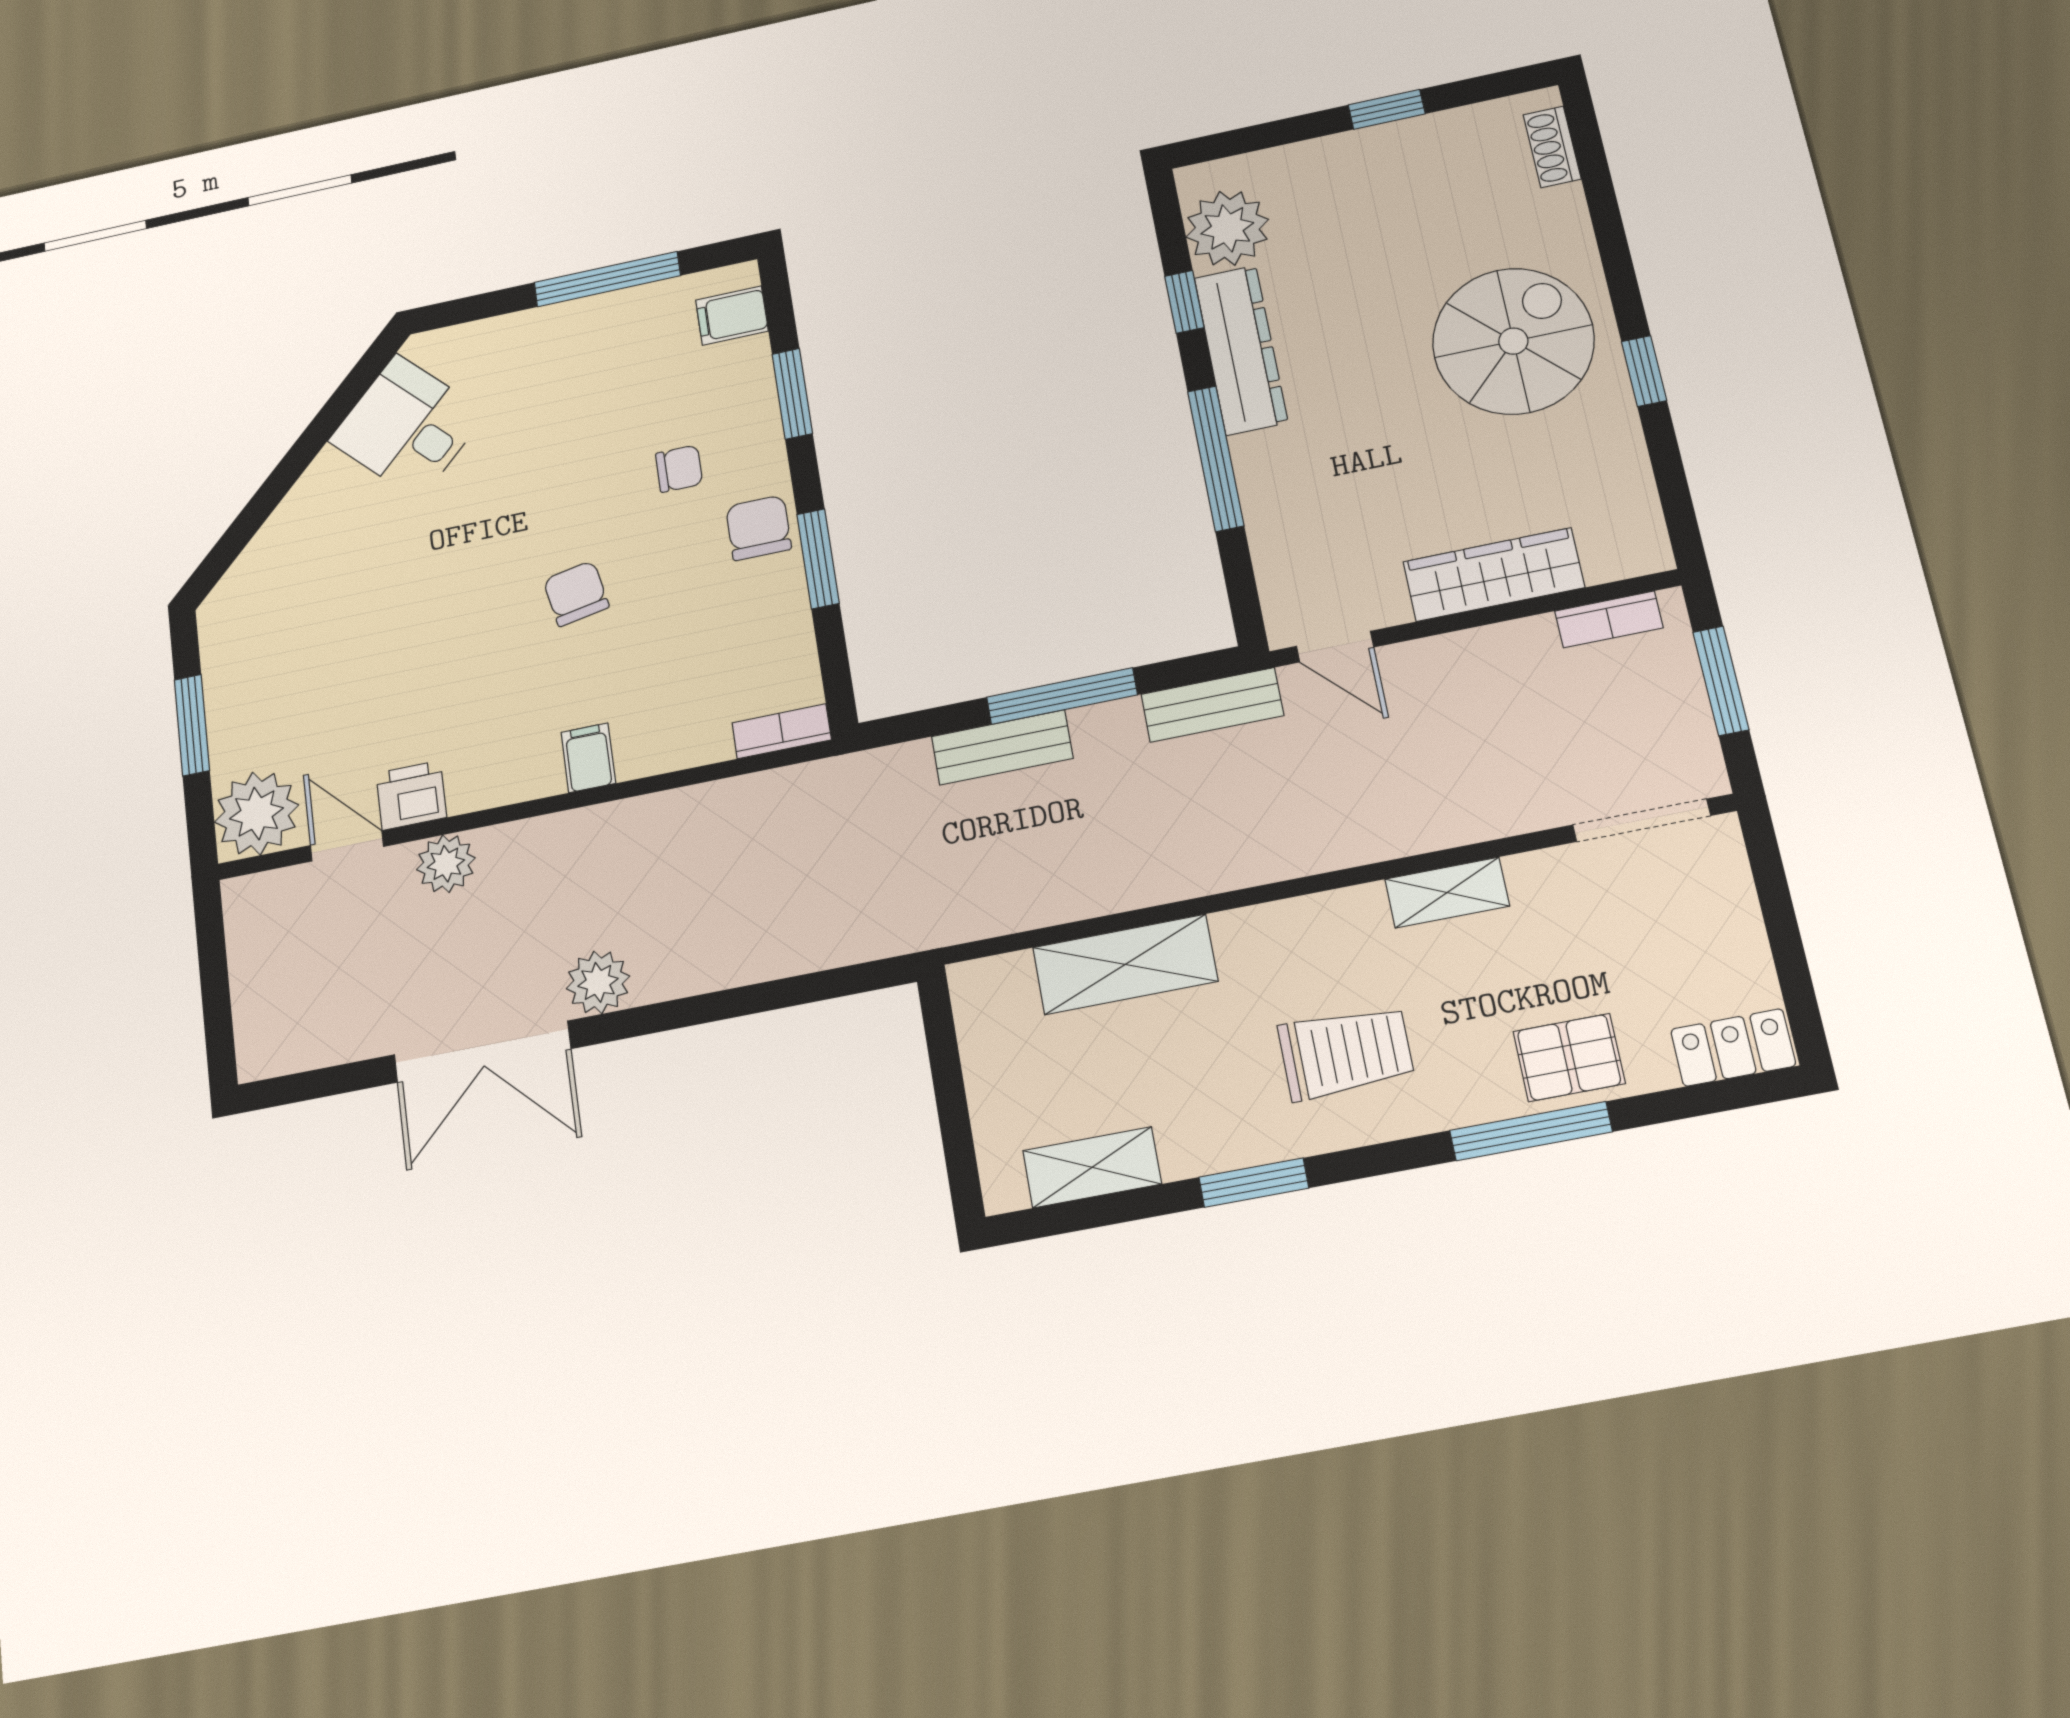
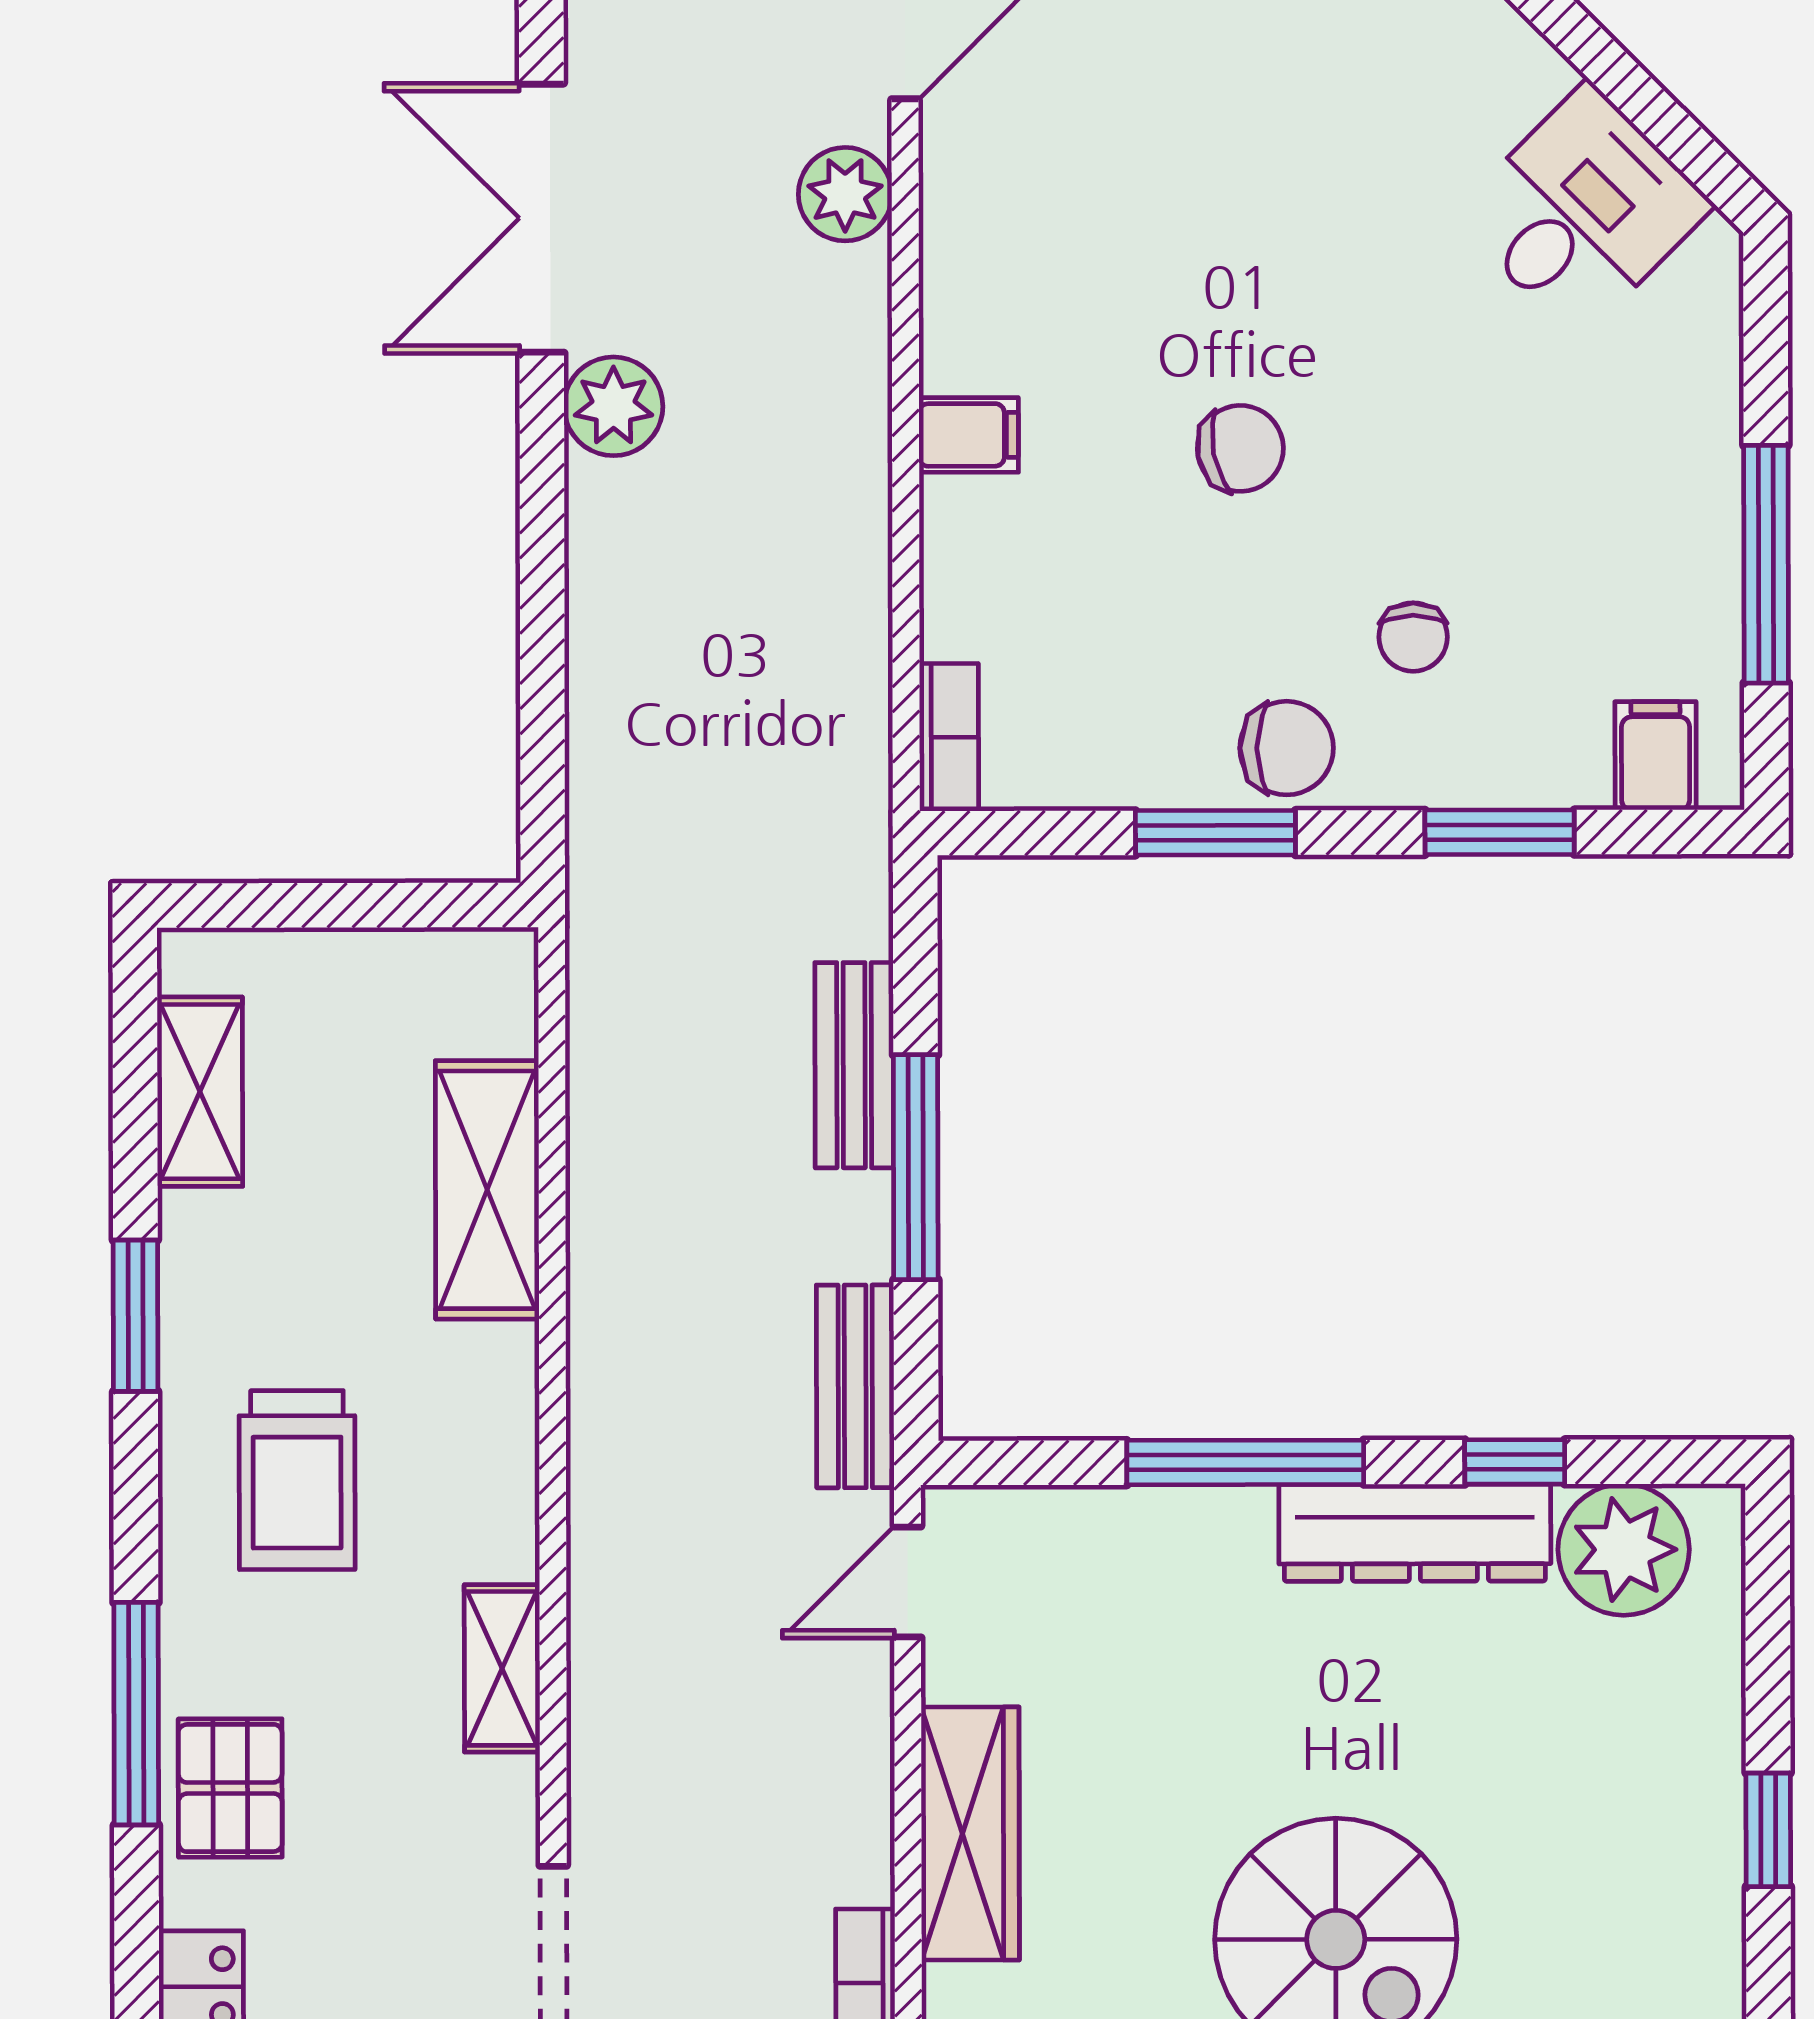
printer: (411, 795) -> (966, 152), removed

